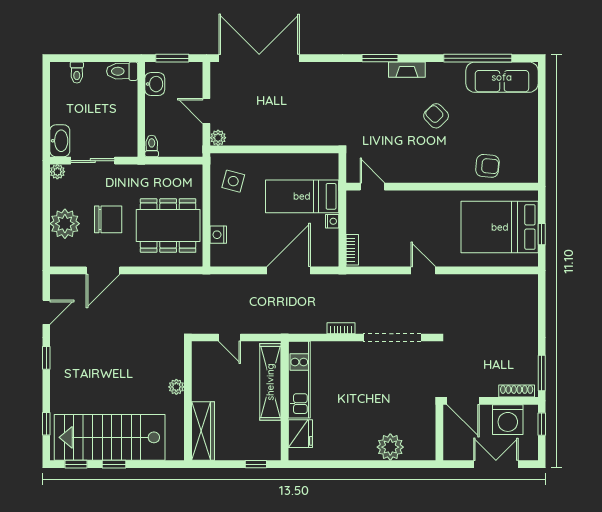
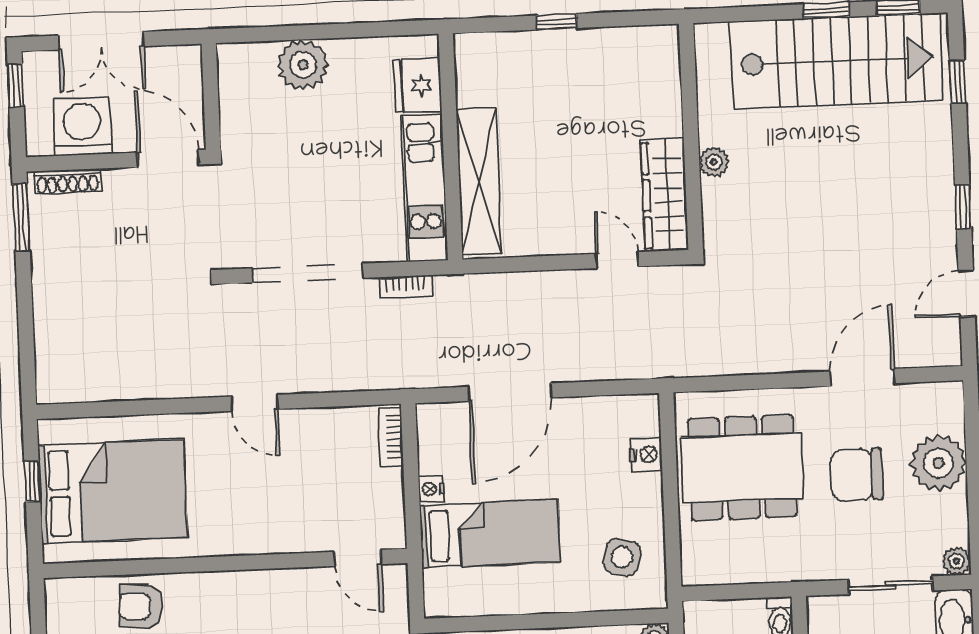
kitchen unit: (299, 380) -> (424, 188), moved
shelving: (270, 382) -> (479, 181), moved
wall: (285, 401) -> (450, 147), moved
window: (542, 424) -> (16, 85), moved
wardrobe: (203, 431) -> (665, 195), moved
fridge: (300, 434) -> (418, 86), moved

